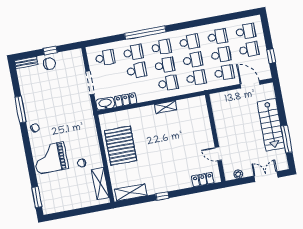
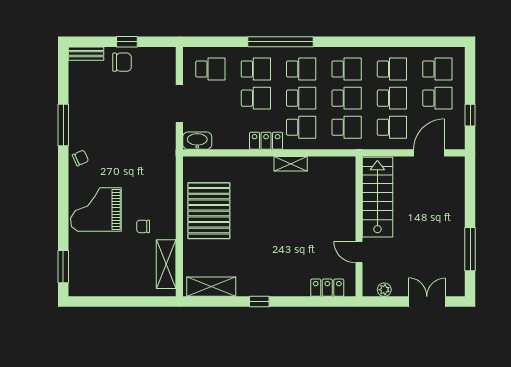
door: (250, 84) -> (429, 153), hinge flipped
locker: (126, 100) -> (266, 141), moved
stairs: (271, 125) -> (377, 197), moved, turned 180

